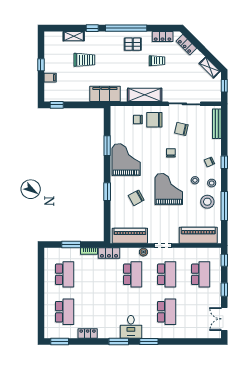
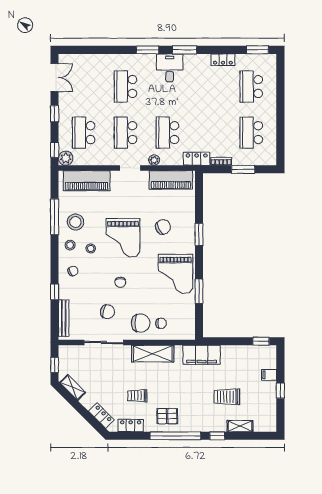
window: (224, 162) -> (55, 292), moved
plant: (215, 254) -> (66, 158), added

